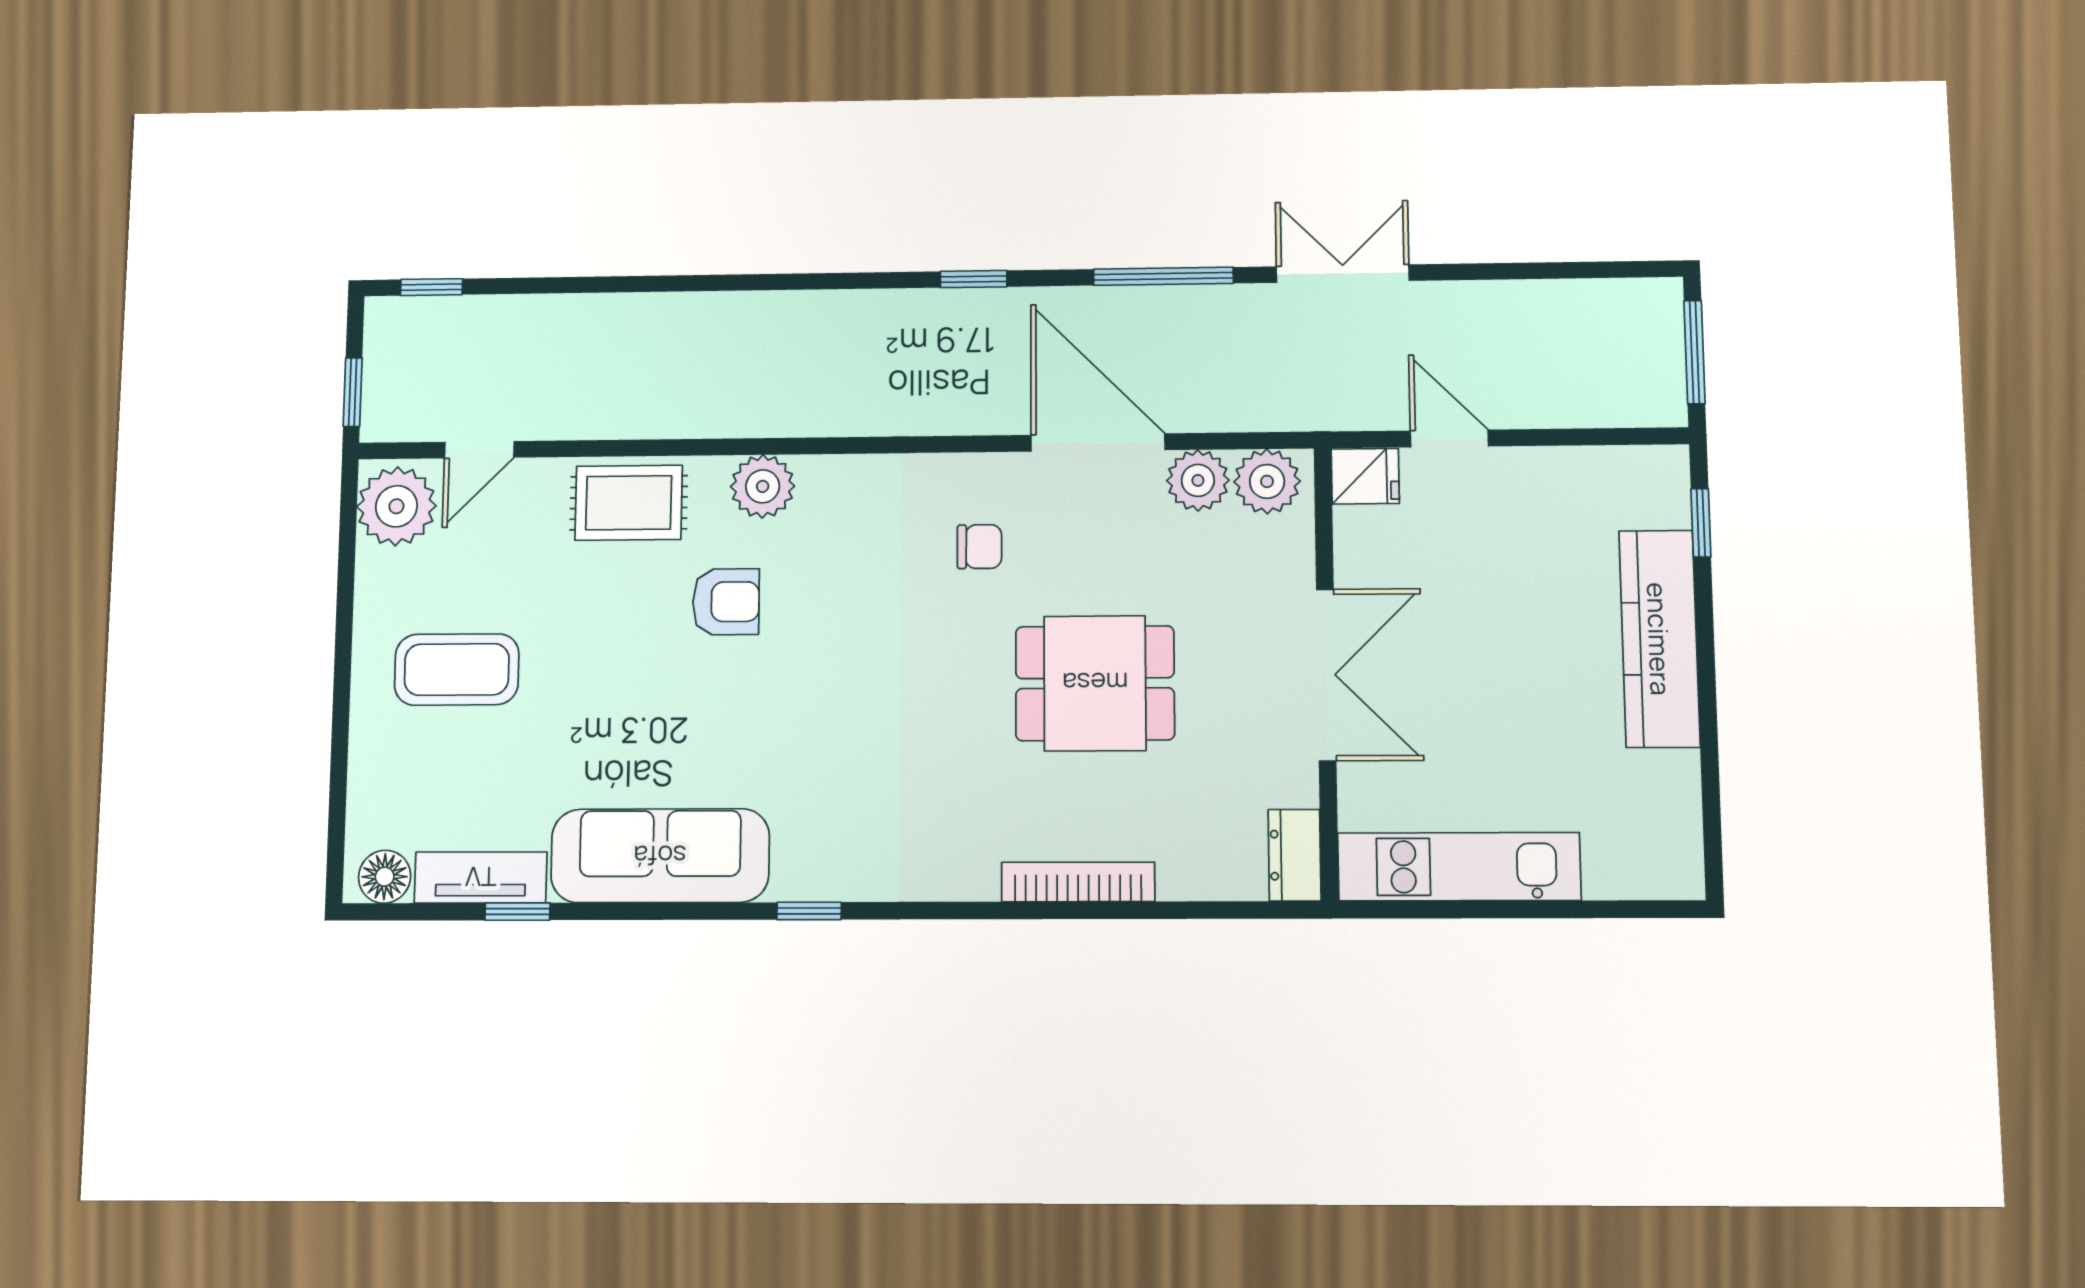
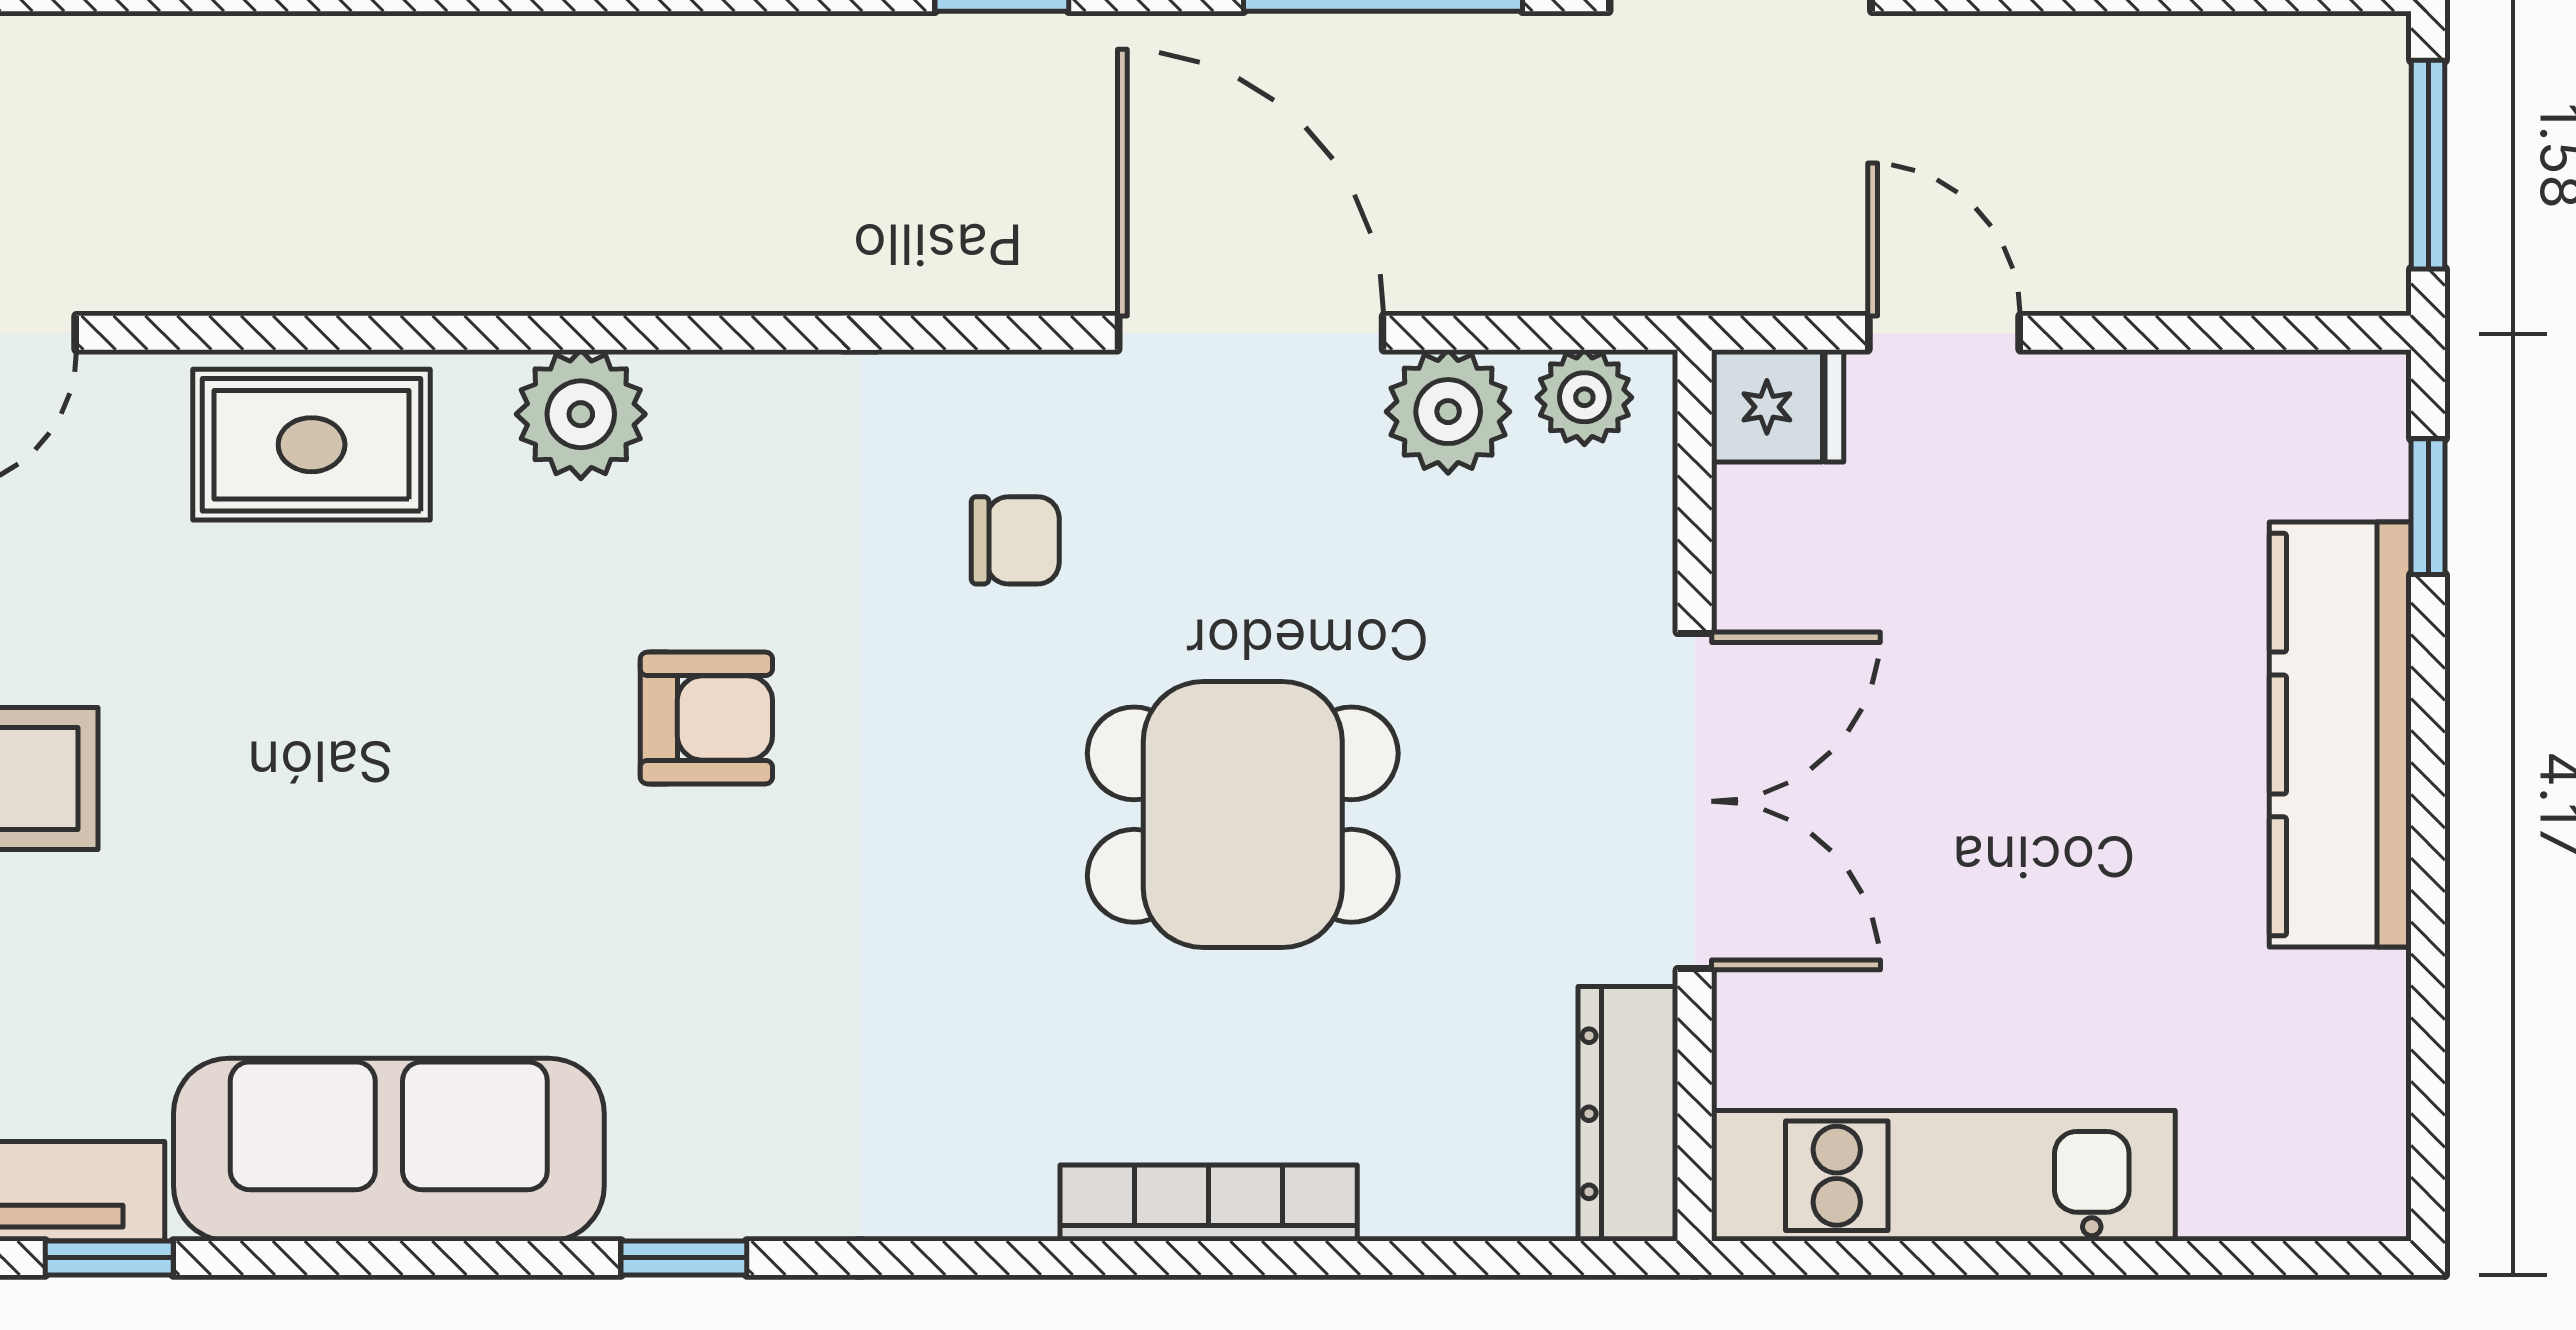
plant: (1267, 481) -> (1584, 397), width x0.73, depth x0.73
armchair: (726, 602) -> (706, 718), moved
dresser: (1295, 855) -> (1628, 1114), width x1.44

